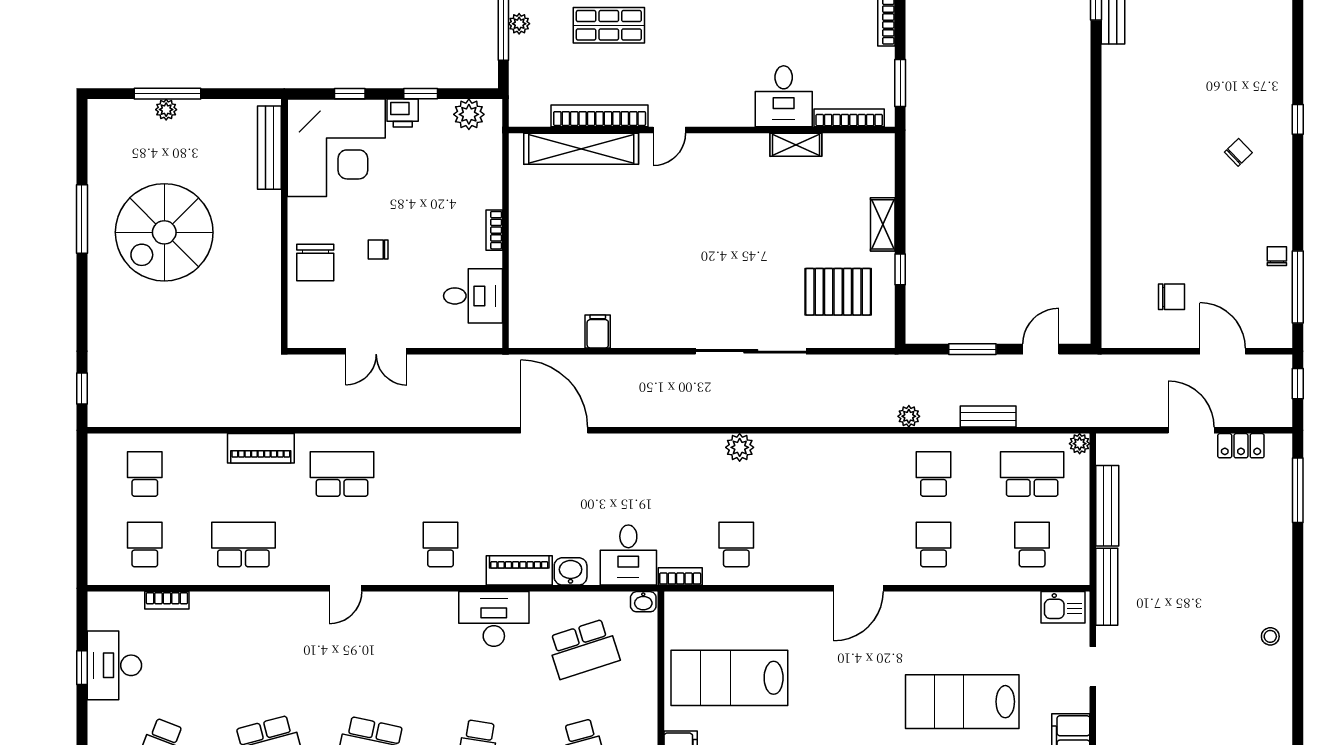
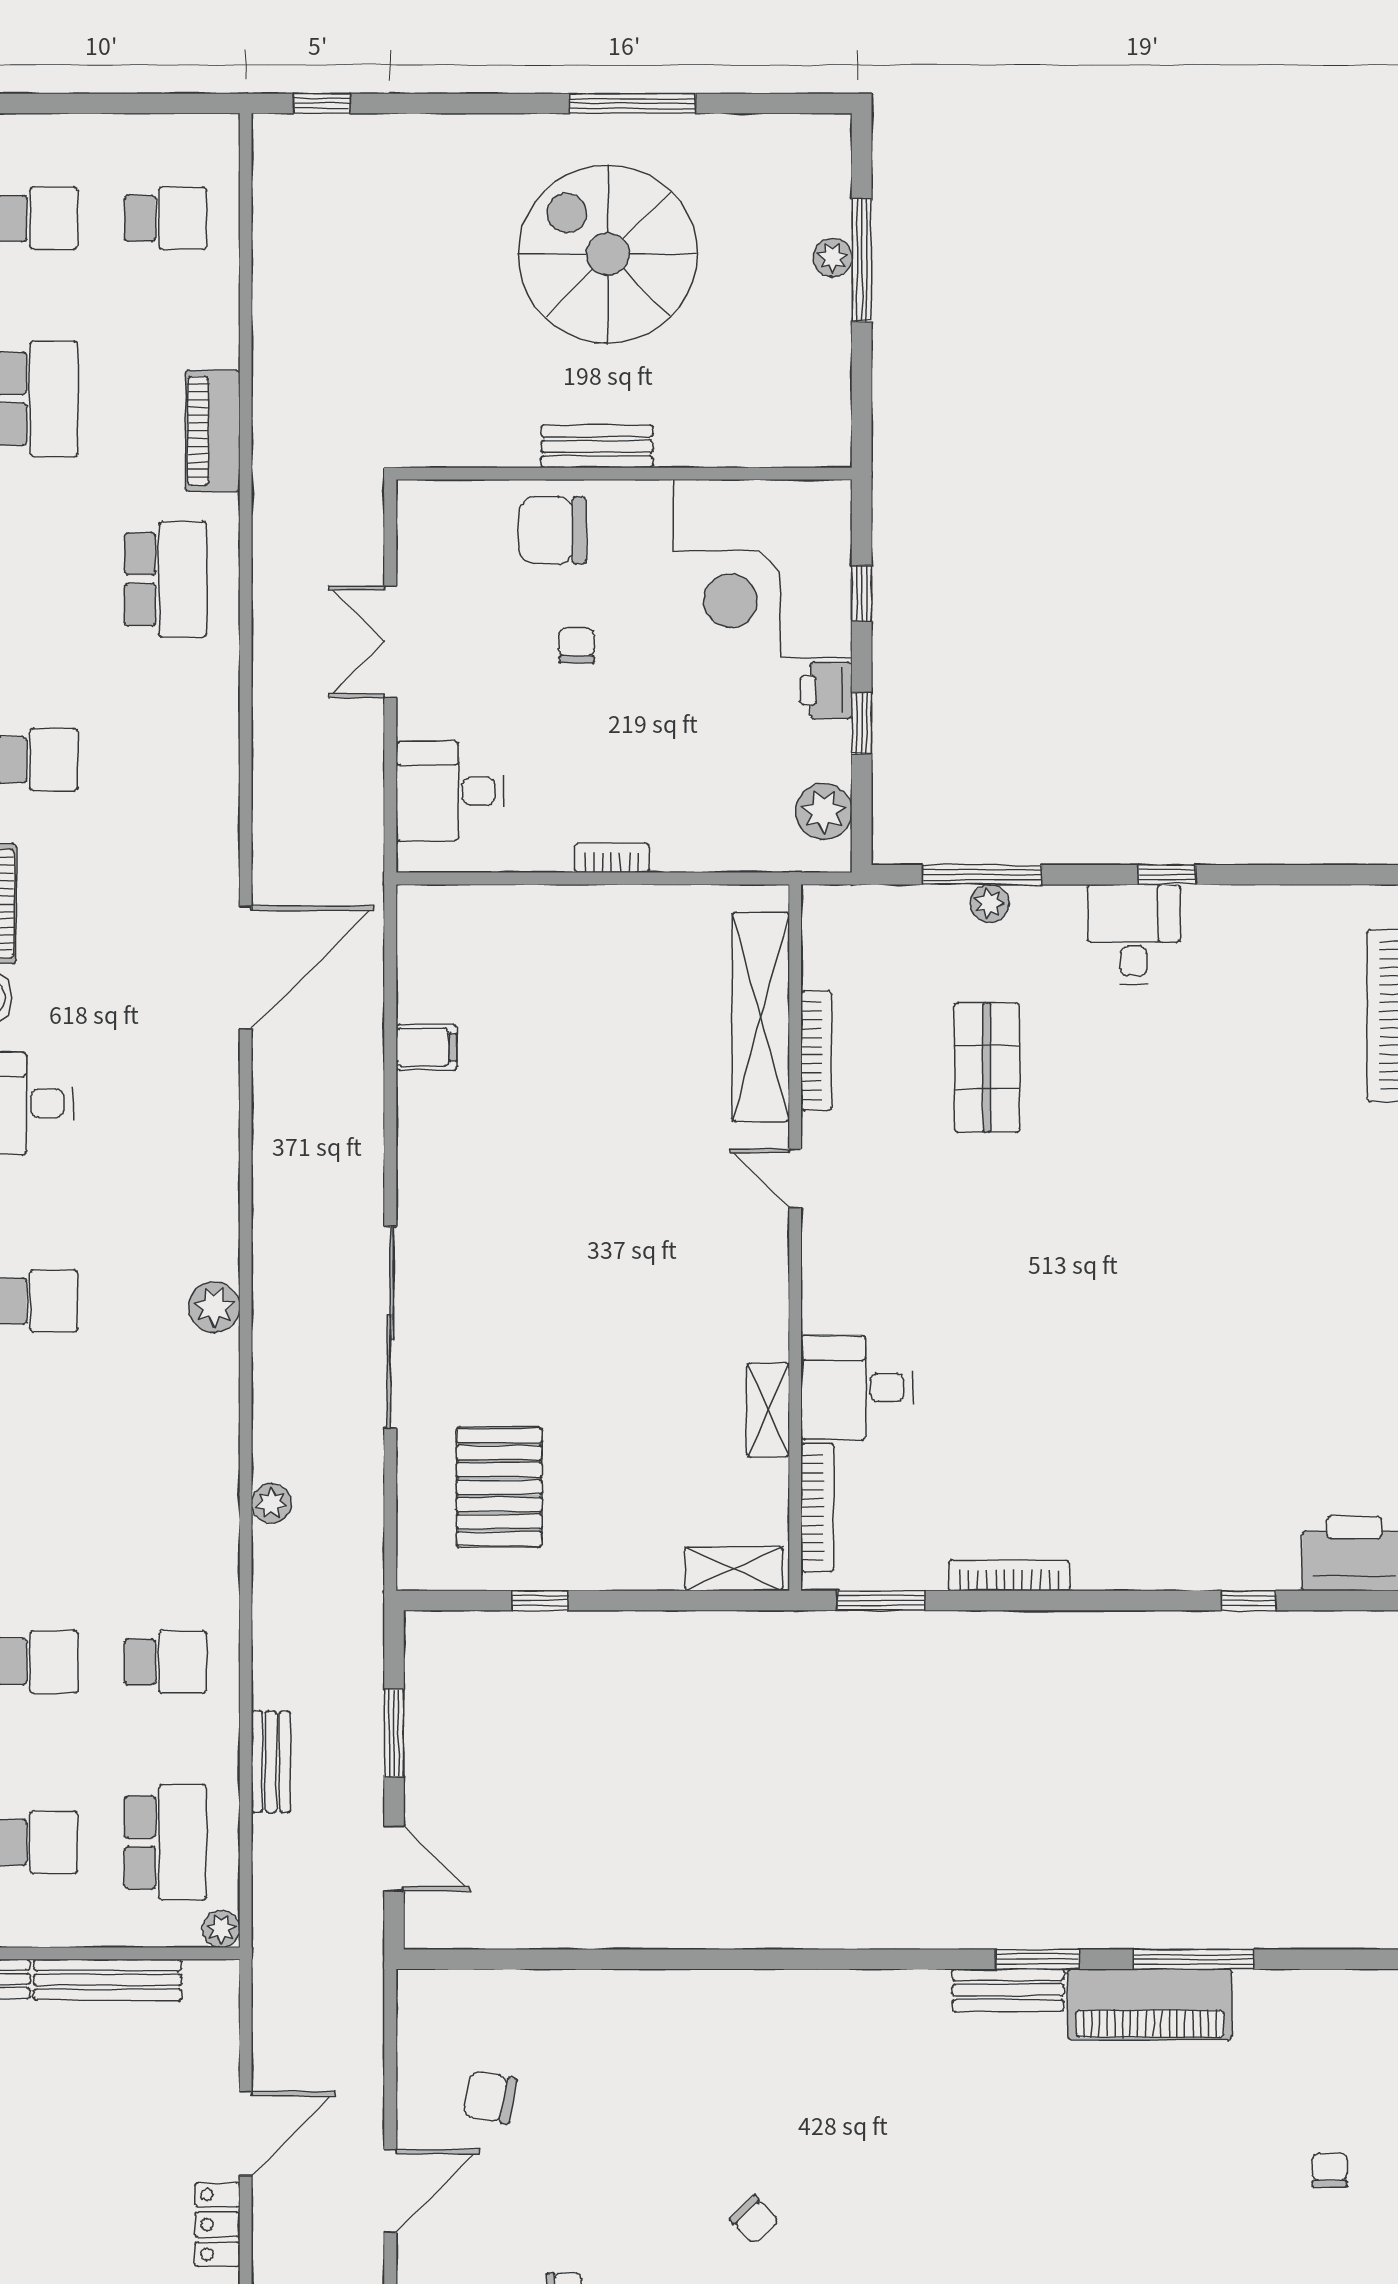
bookcase: (600, 116) -> (816, 1051), width x0.68, depth x0.76
bench: (269, 148) -> (597, 446), moved, width x0.73
shelving: (883, 224) -> (734, 1569), moved
desk: (473, 296) -> (450, 791), moved, turned 90
chair: (1171, 297) -> (490, 2097), turned 101
plant: (909, 416) -> (271, 1503), moved

